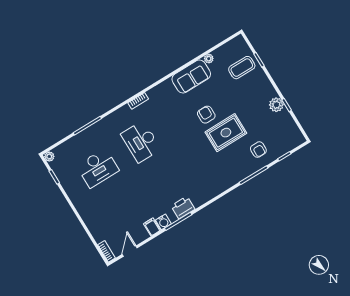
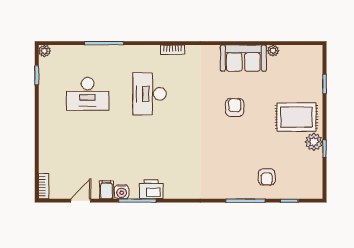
coffee table: (242, 68) -> (302, 81), removed
rug: (226, 133) -> (297, 117), moved
door: (130, 251) -> (81, 201), moved

